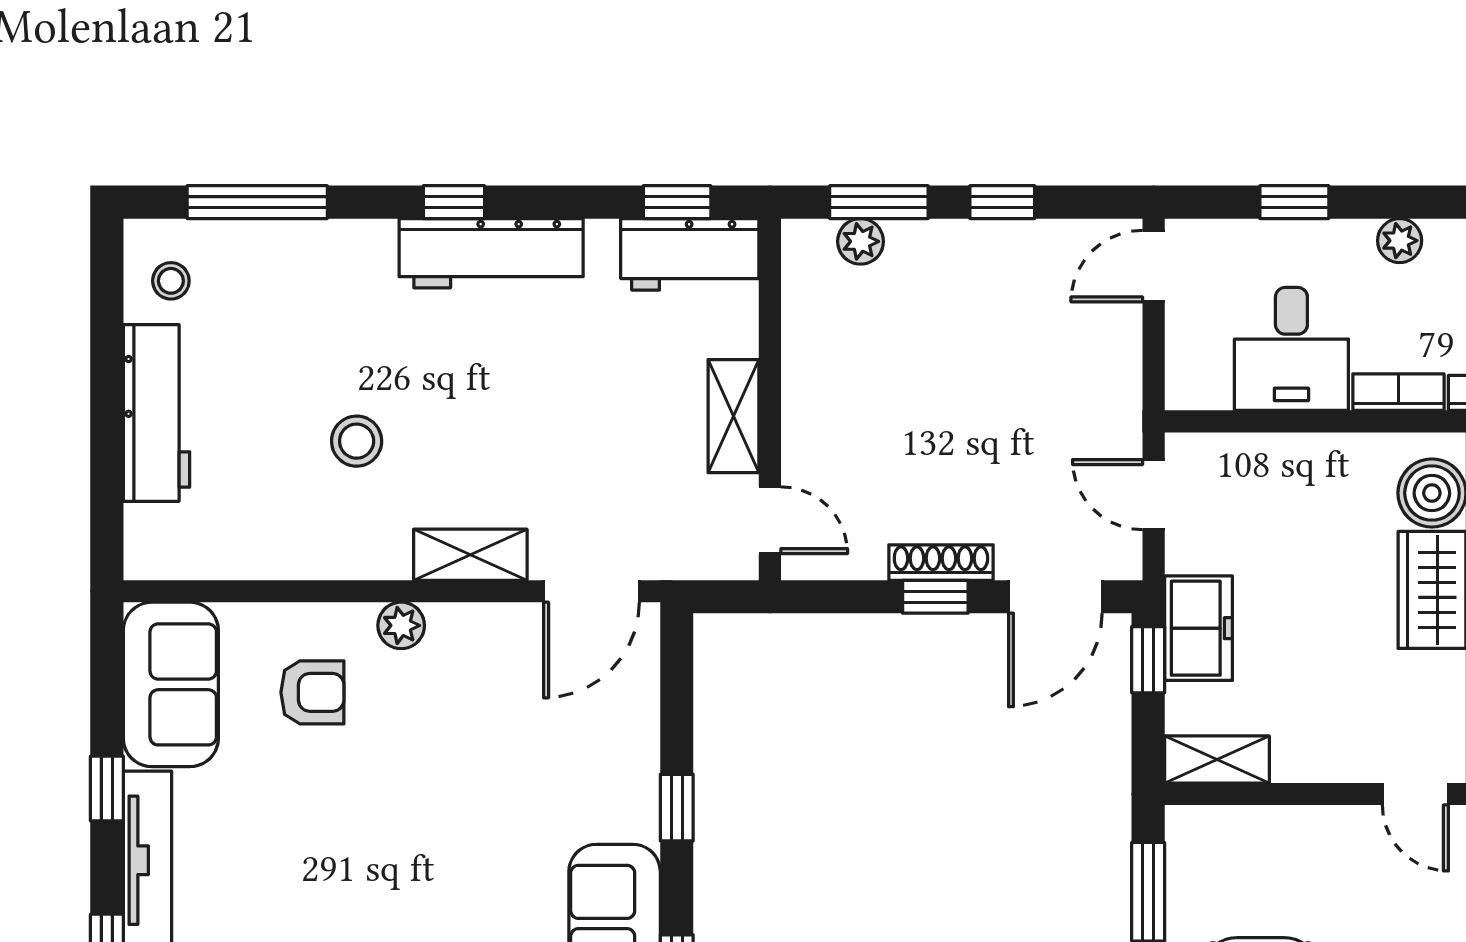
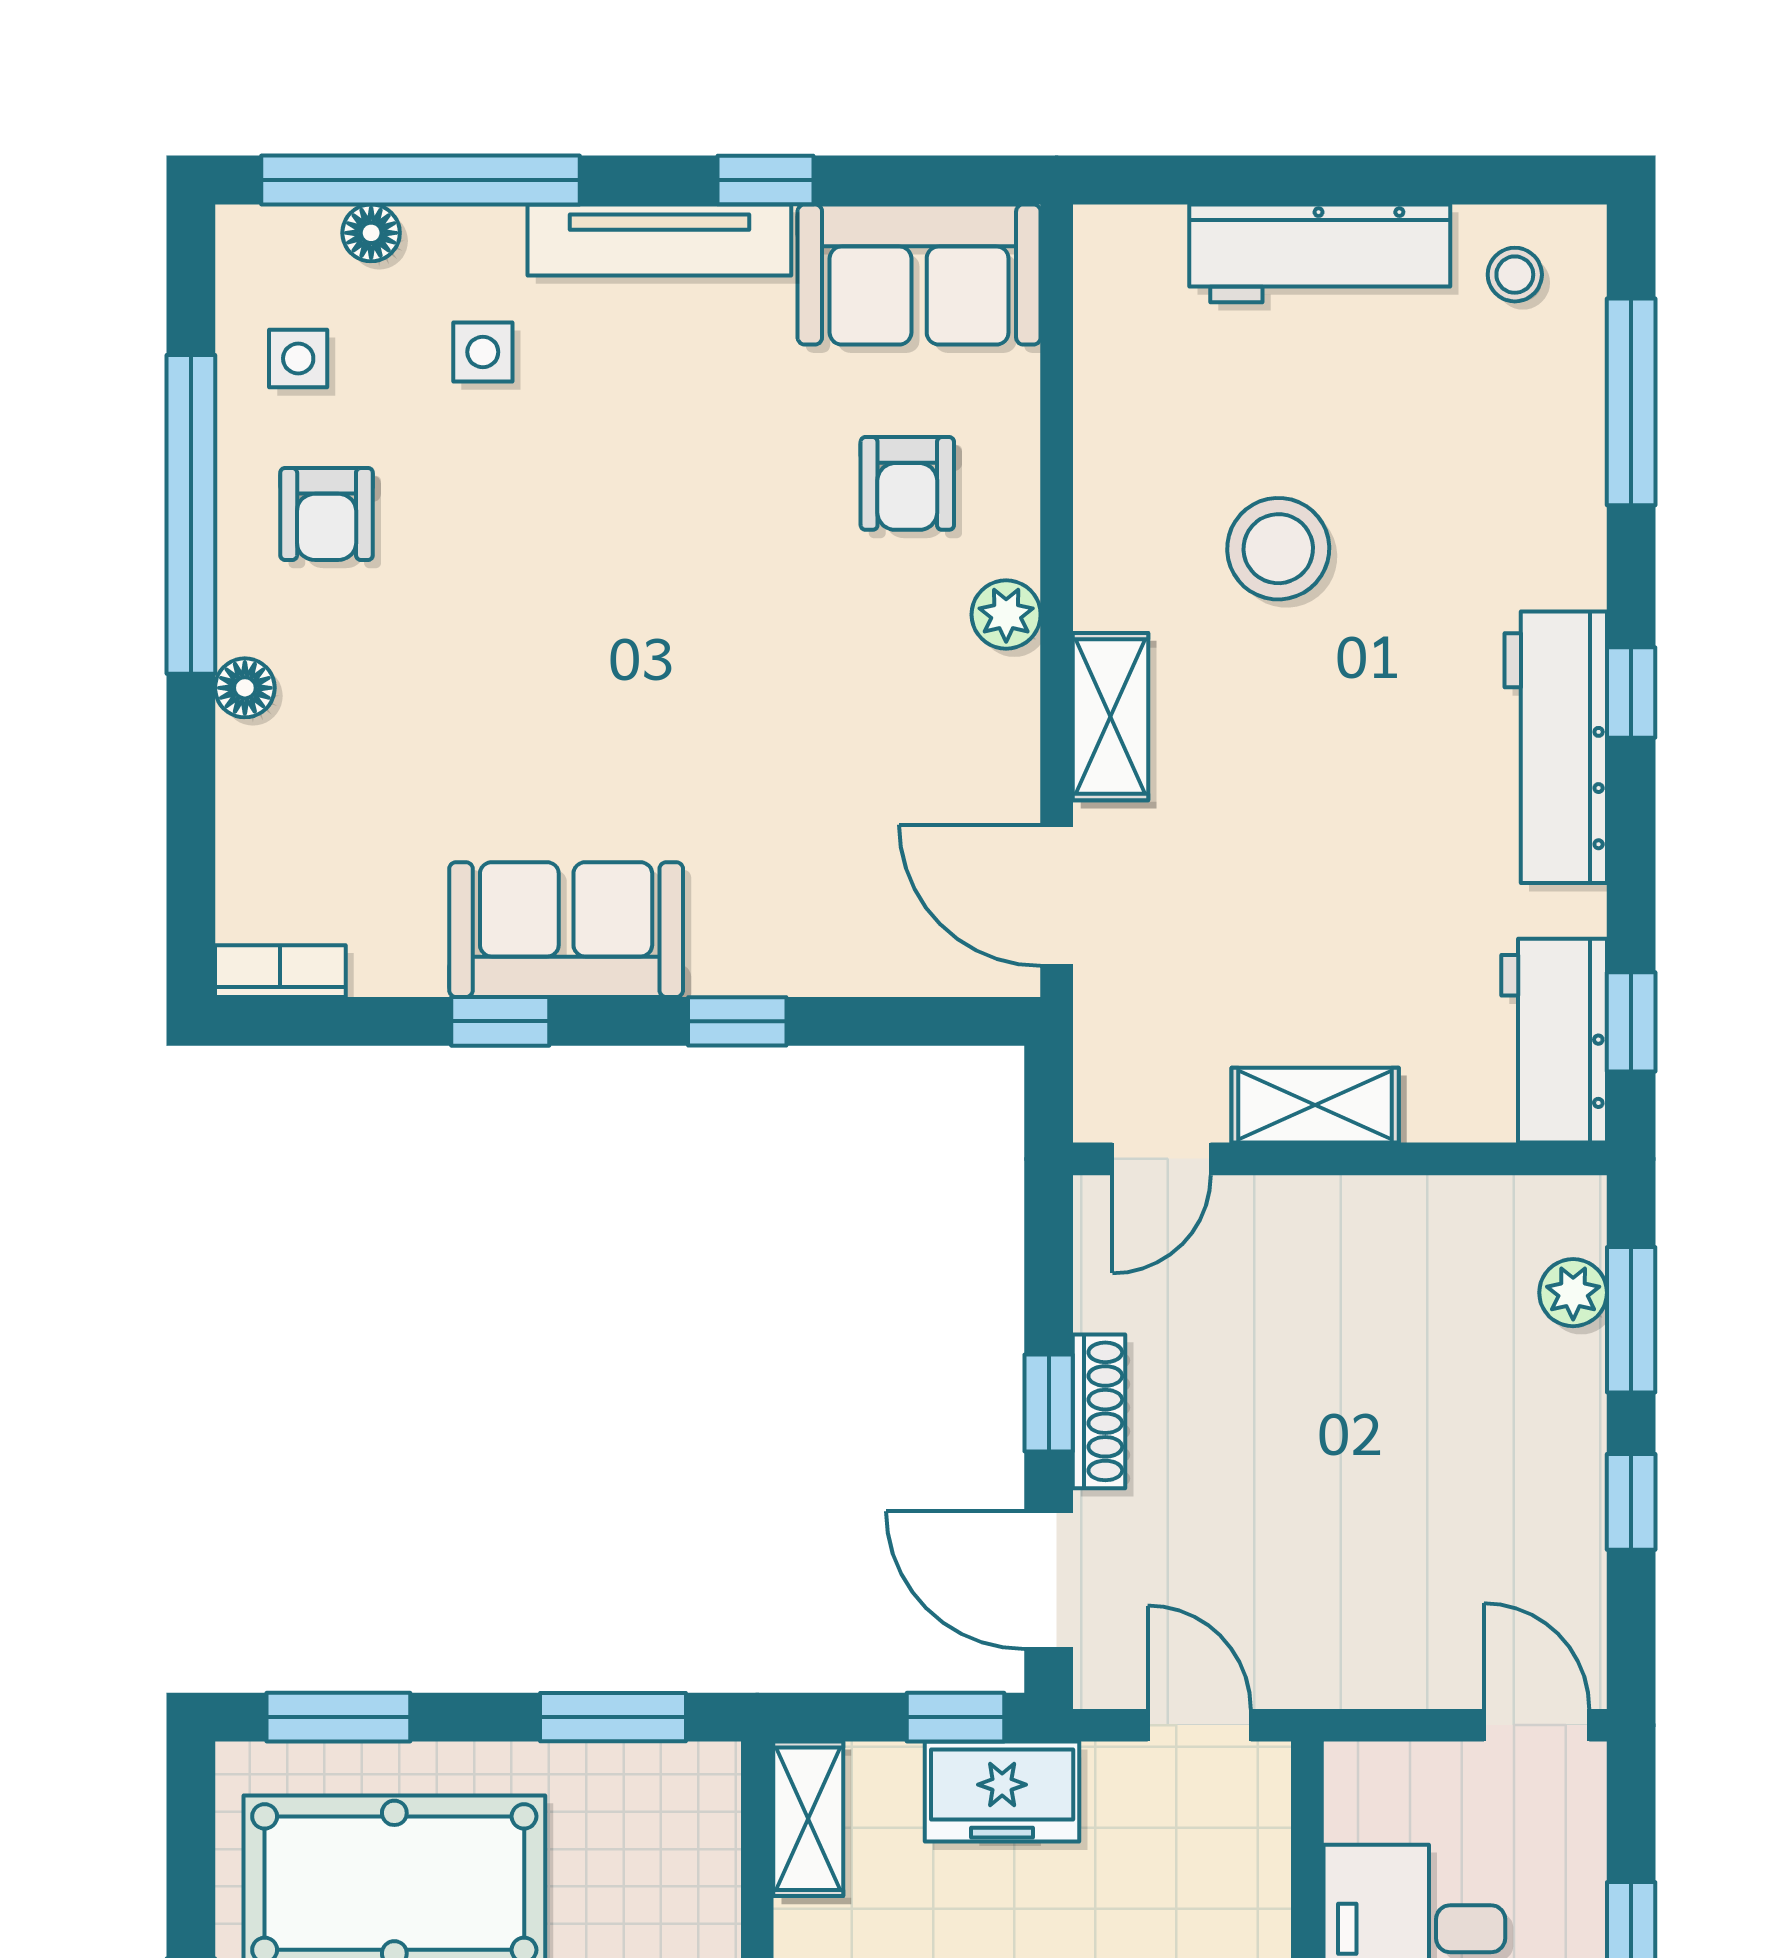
stool: (357, 441) -> (1278, 549), width x1.38, depth x1.38
door: (1154, 495) -> (1199, 1725), hinge flipped

